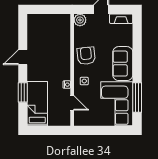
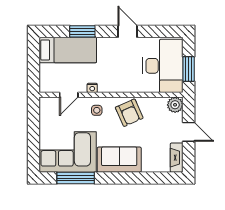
window: (52, 9) -> (189, 69), added
desk: (50, 29) -> (163, 66), added
armchair: (86, 56) -> (129, 113), turned 72

